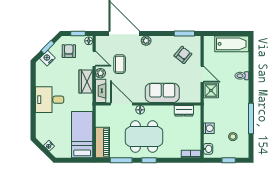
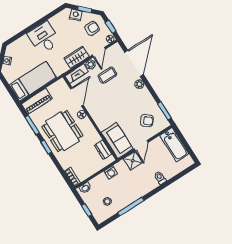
bathtub: (232, 44) -> (174, 145), moved
sofa: (162, 93) -> (117, 140), moved
washing machine: (209, 128) -> (111, 172), moved

